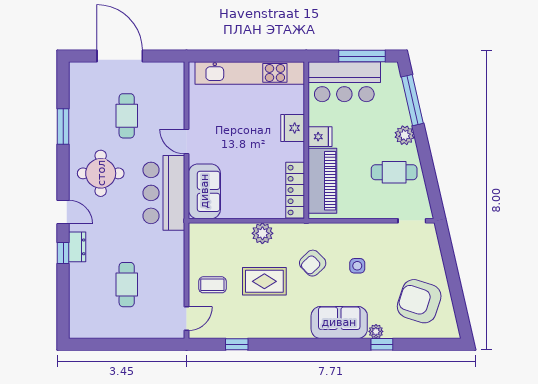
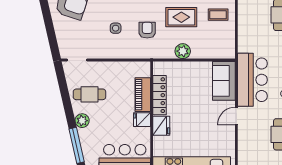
door: (187, 142) -> (236, 116), swing flipped
piano: (322, 181) -> (143, 95), width x0.73, depth x0.75
locker: (295, 190) -> (159, 95), moved
armchair: (313, 263) -> (147, 30), turned -46

